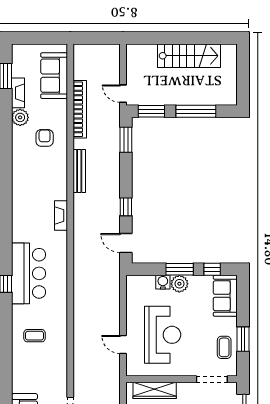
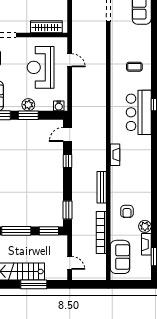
window: (172, 38) -> (34, 284), added
door: (123, 94) -> (70, 263), moved
door: (126, 243) -> (67, 134), swing flipped
water cooler: (163, 282) -> (59, 106), moved

